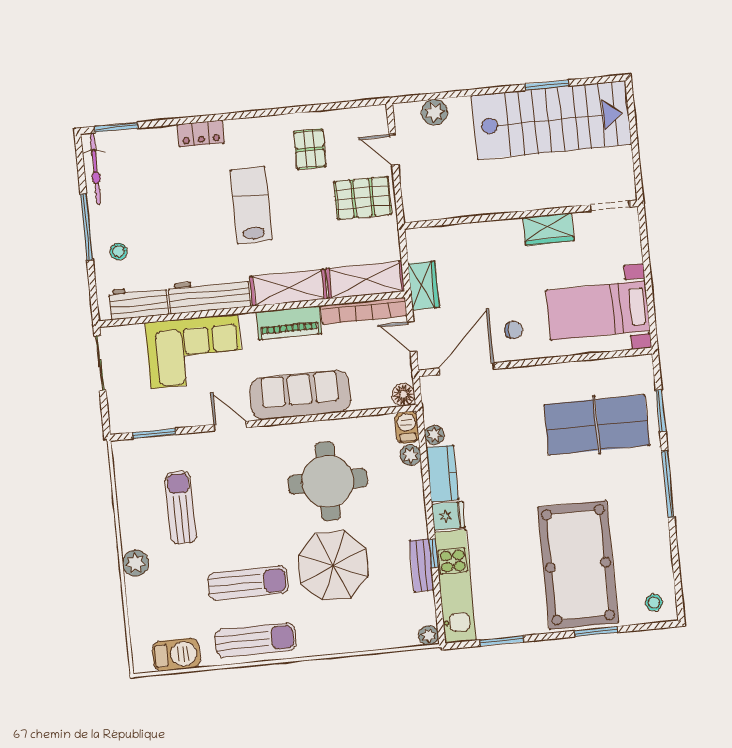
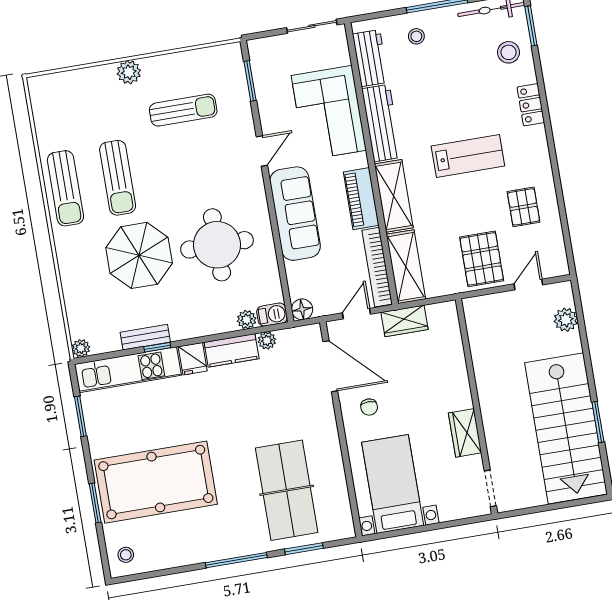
pallet: (310, 149) -> (523, 207), turned 90
stool: (143, 154) -> (509, 52), added
barbecue: (176, 655) -> (47, 116), removed

